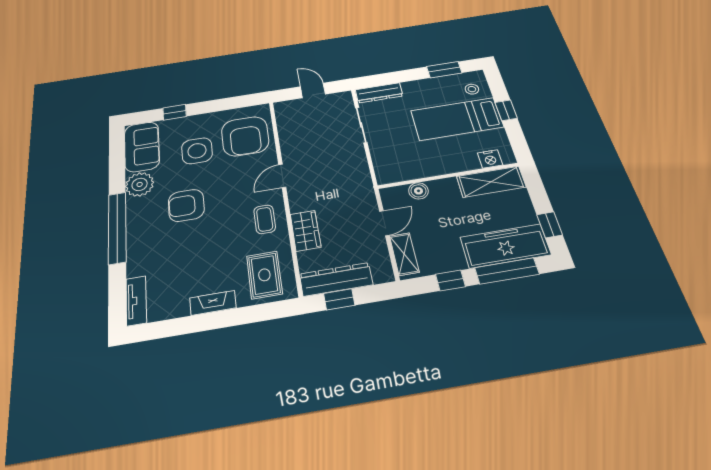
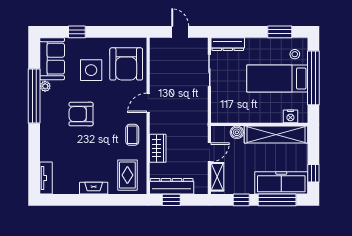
window: (506, 110) -> (313, 78), width x3.17
shelving: (491, 182) -> (276, 134), width x1.47
plant: (140, 184) -> (45, 86), width x0.53, depth x0.53
window: (117, 228) -> (34, 96), moved

